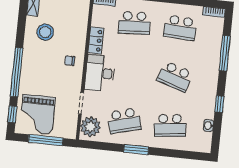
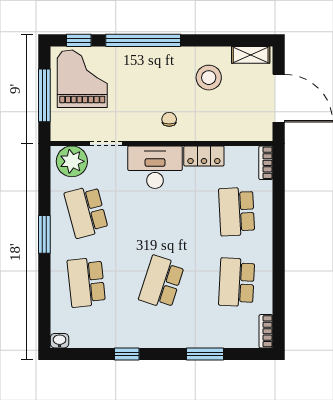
window: (225, 53) -> (205, 354), width x0.69
grand piano: (37, 114) -> (82, 79), turned 90
washbasin: (208, 126) -> (60, 341), moved

